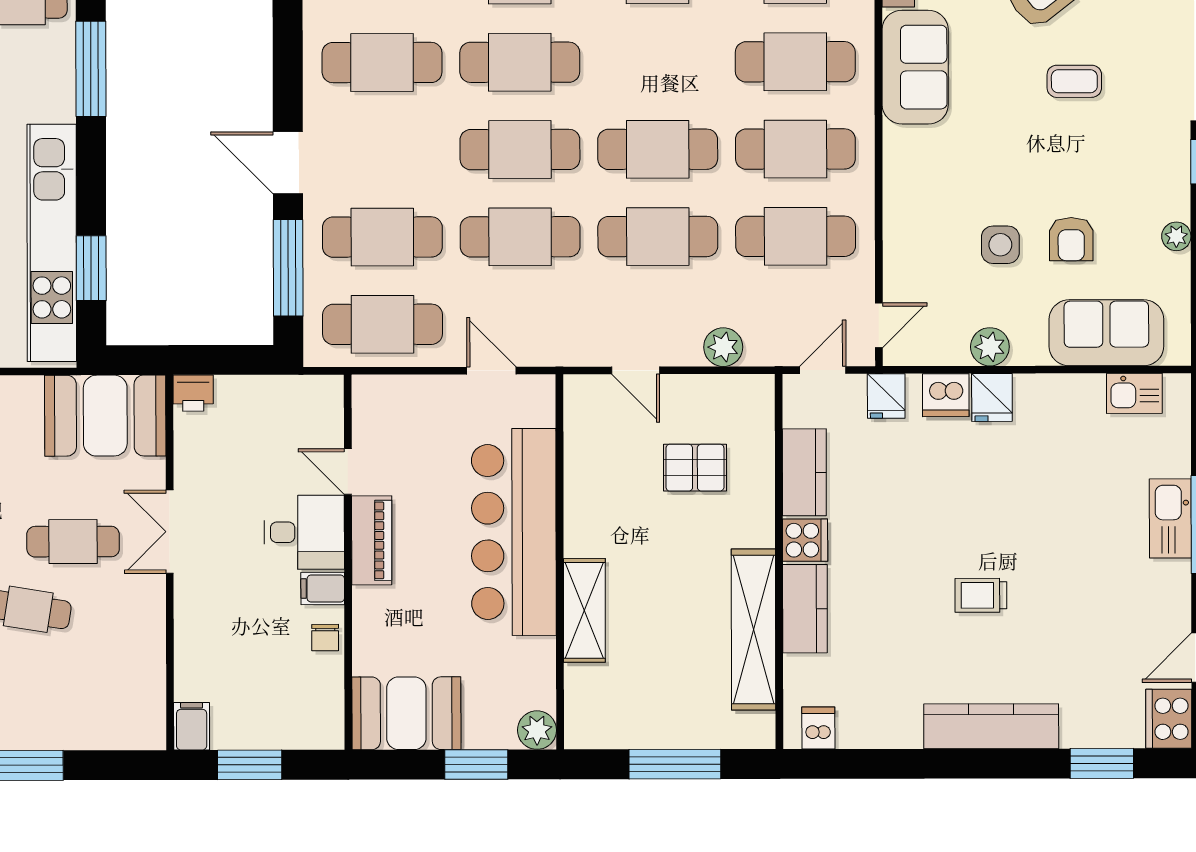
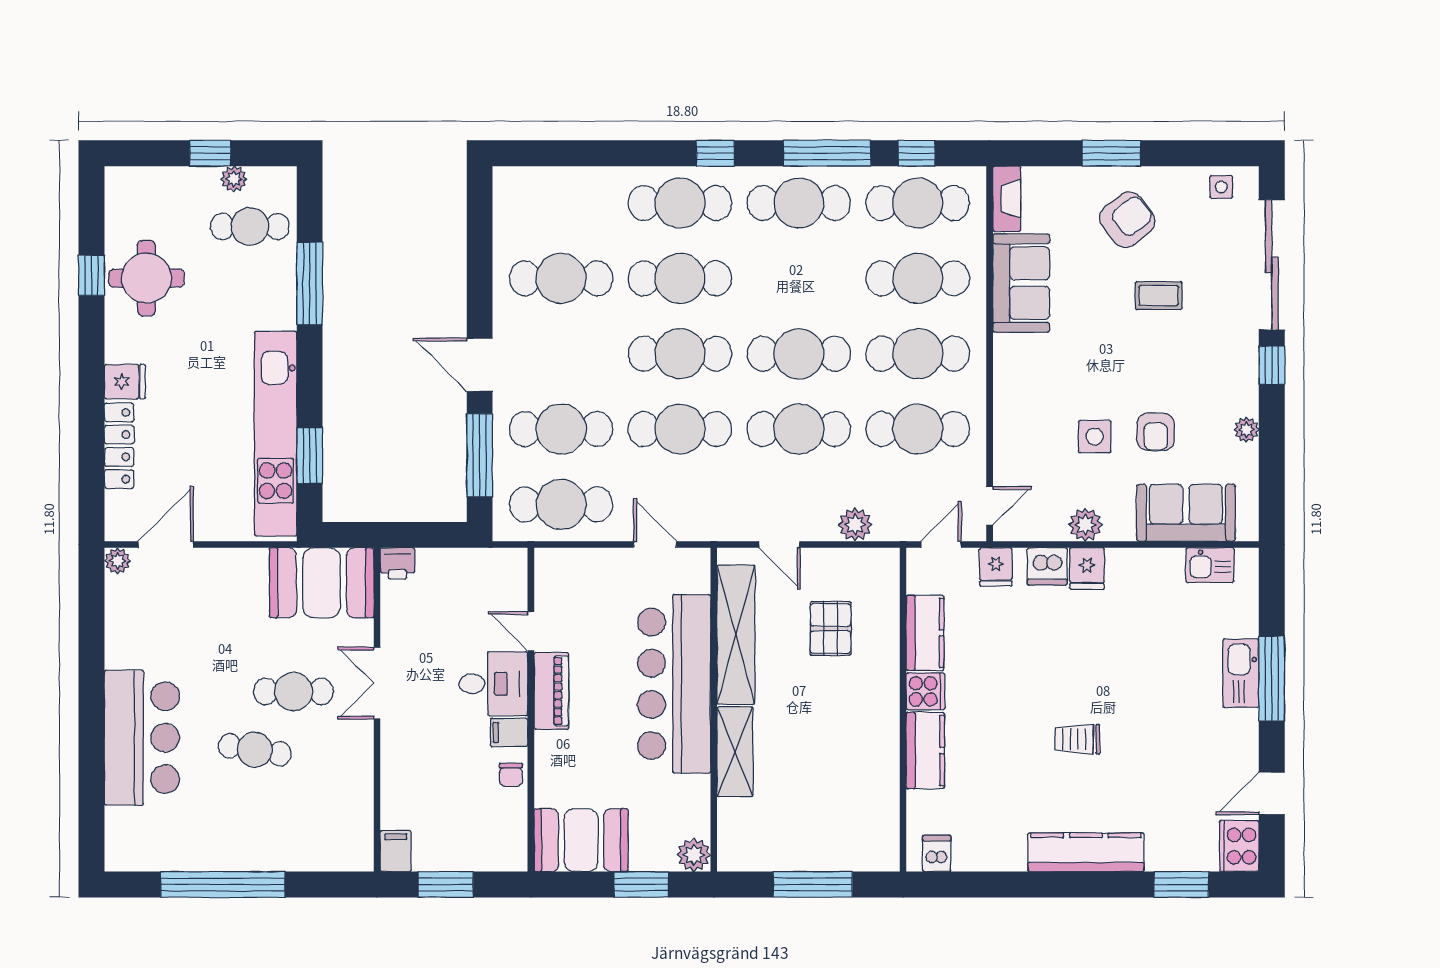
pallet: (695, 468) -> (831, 629), turned 90
shelving: (753, 630) -> (736, 635), moved

